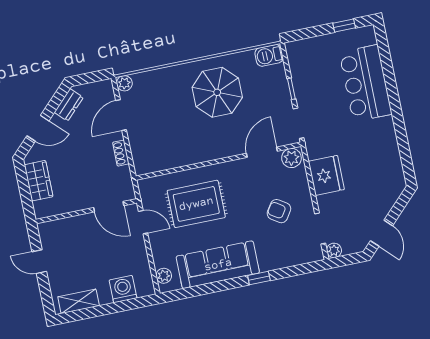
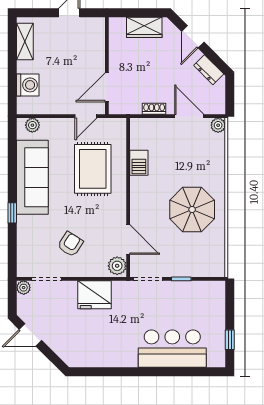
barbecue: (269, 55) -> (139, 163), moved, turned 180

